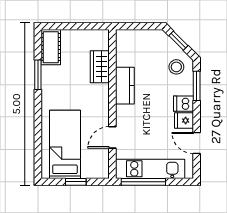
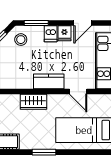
wardrobe: (100, 67) -> (33, 102), moved
window: (38, 75) -> (44, 152), moved
kitchen counter: (125, 86) -> (49, 81), moved

